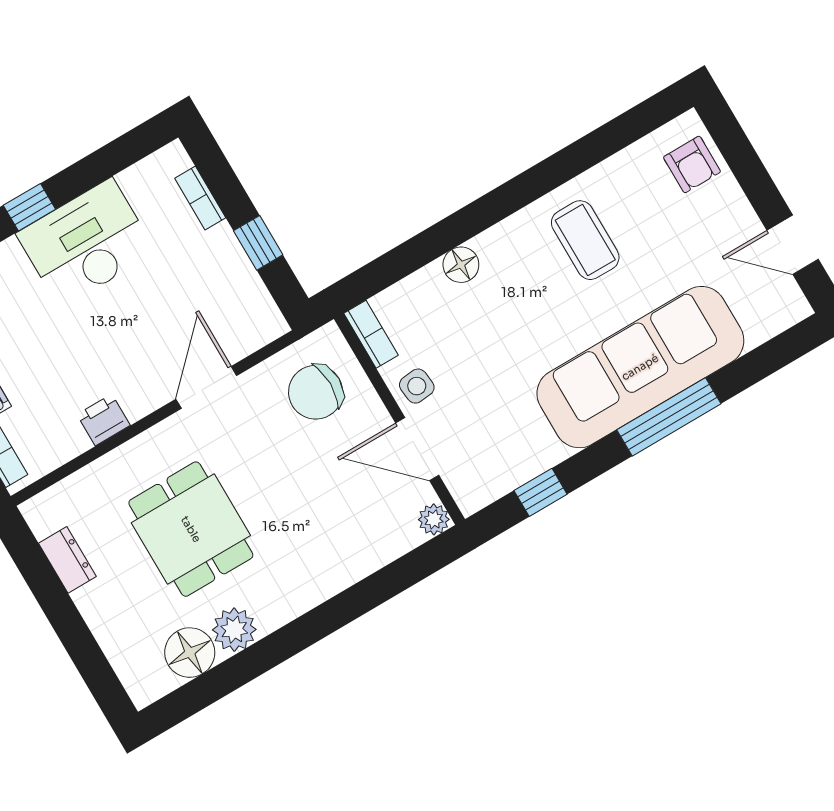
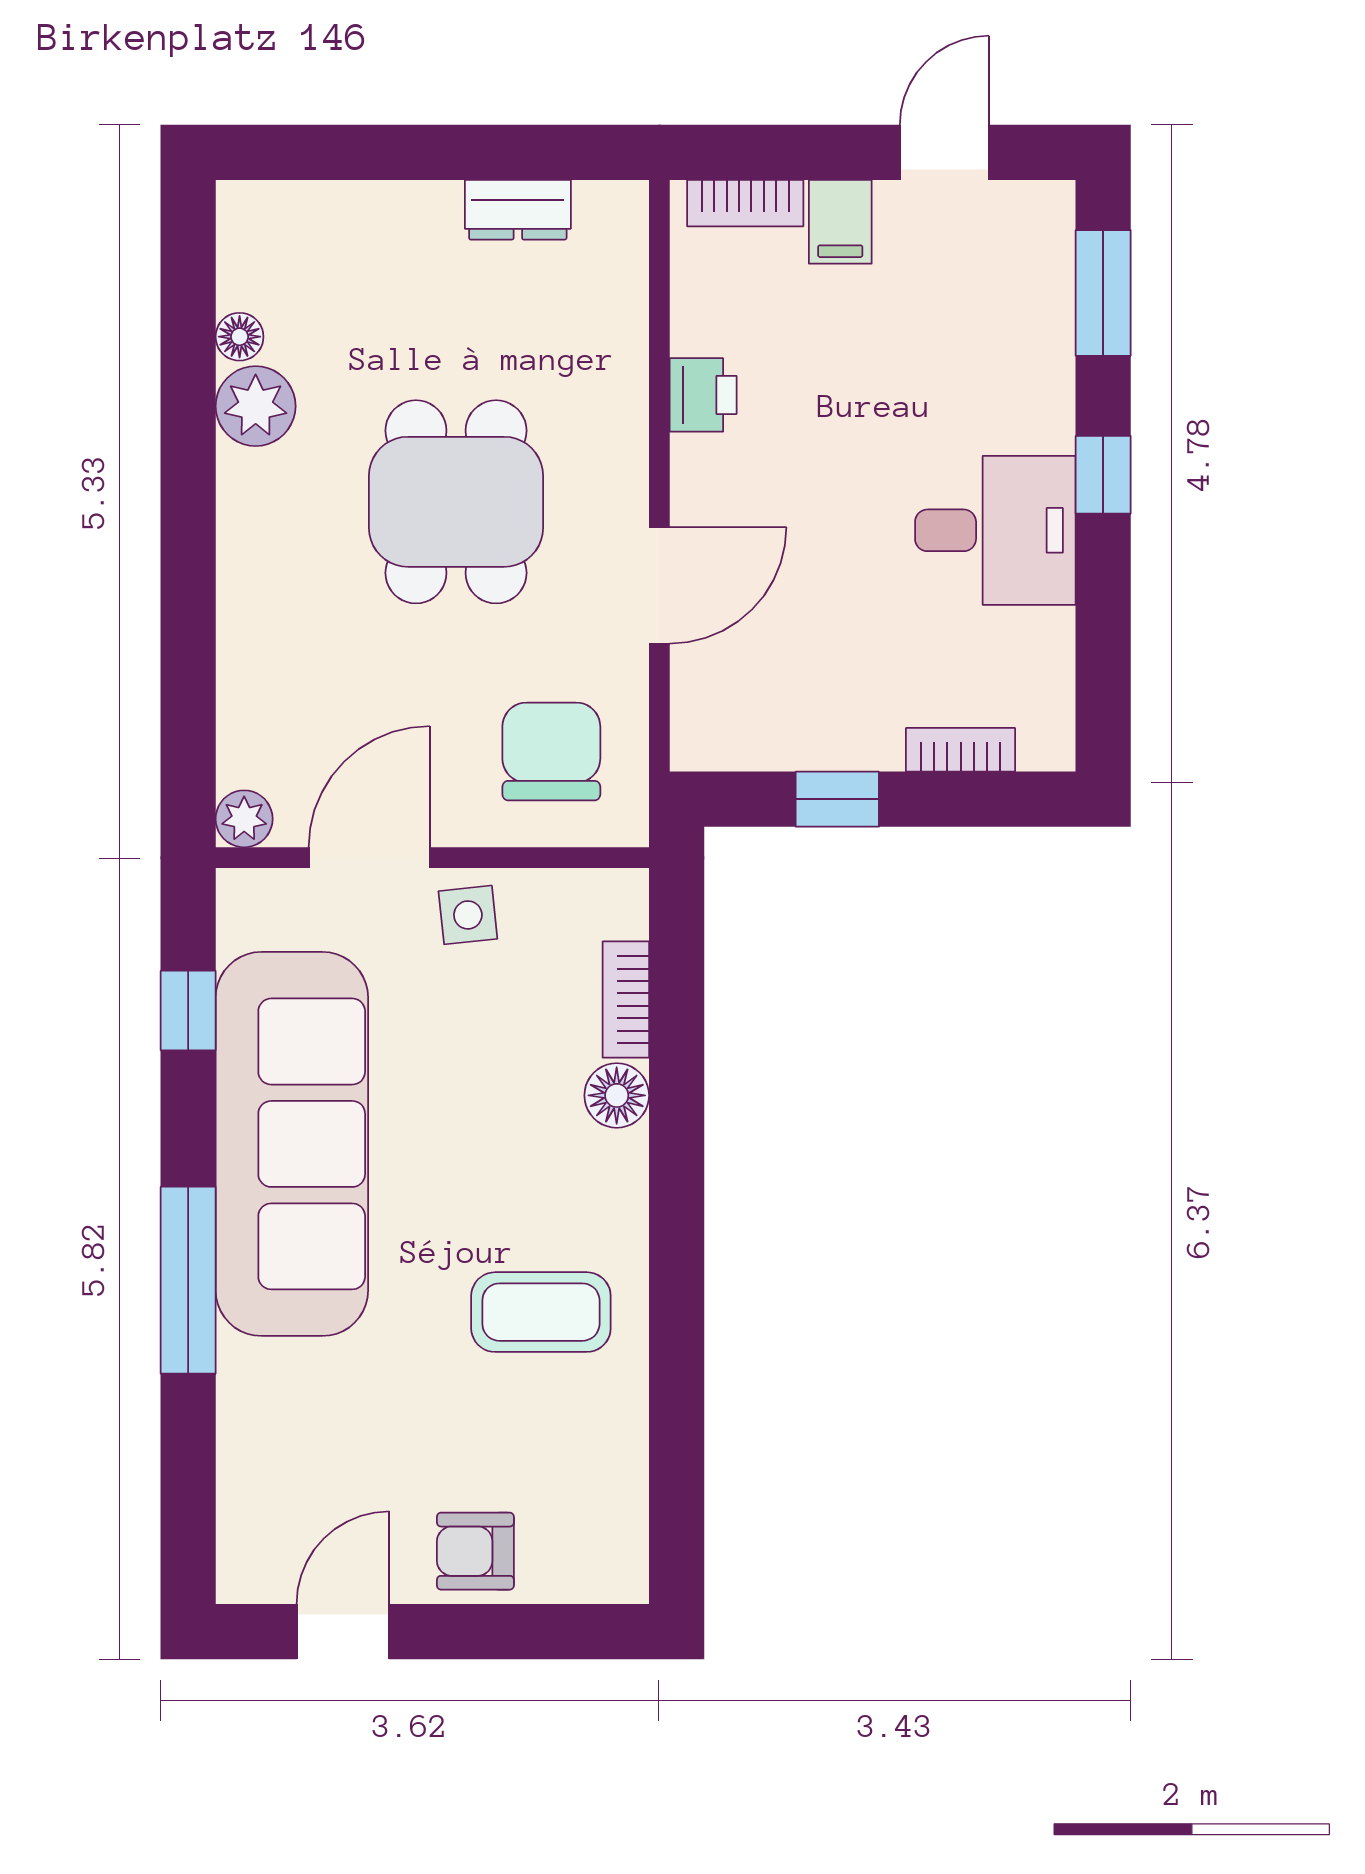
armchair: (692, 164) -> (475, 1551), moved
desk: (86, 243) -> (995, 530), width x0.73
bookcase: (371, 334) -> (626, 1000), moved, turned 90
sofa: (640, 367) -> (292, 1144), moved
door: (206, 387) -> (659, 585), hinge flipped
dining table: (191, 529) -> (456, 502), moved, turned 90
floor lamp: (190, 653) -> (240, 337), width x0.53, depth x0.53

